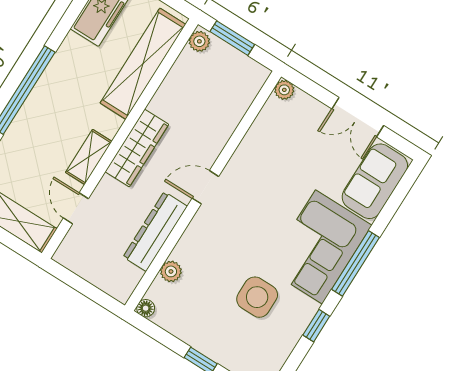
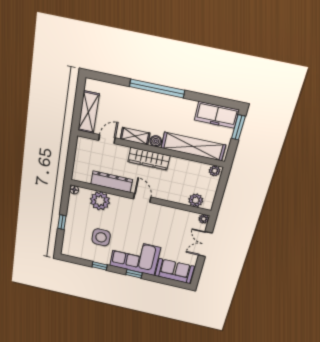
window: (232, 38) -> (222, 186), removed
plant: (243, 92) -> (196, 200), added
double door: (358, 117) -> (205, 244), moved
boiler: (110, 125) -> (156, 141), added
window: (356, 263) -> (134, 274), width x0.46
plant: (171, 271) -> (100, 201), width x1.87, depth x1.87

